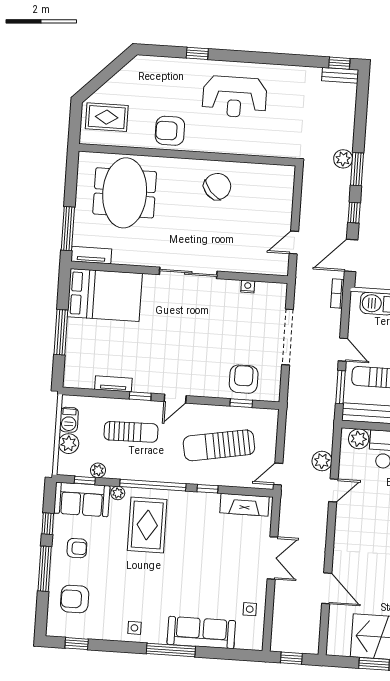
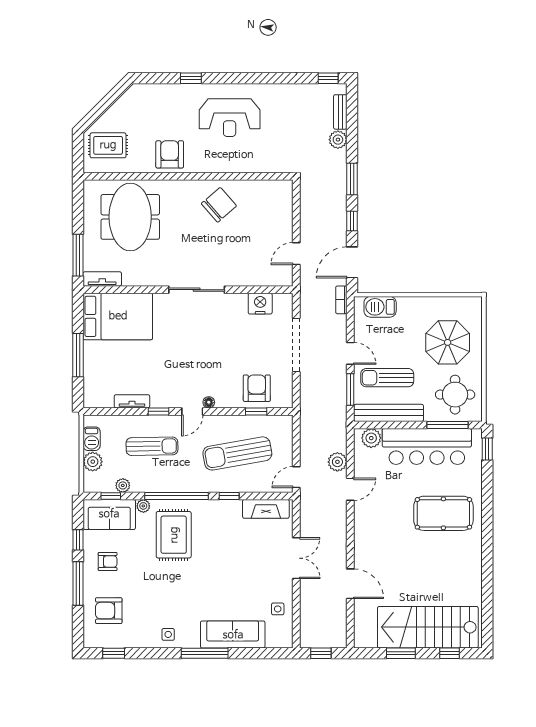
bench: (340, 75) -> (340, 112), moved, turned 90
armchair: (170, 131) -> (170, 154), turned 90
plant: (343, 159) -> (338, 140), moved
nightstand: (248, 287) -> (260, 304), width x1.89, depth x1.79
floor lamp: (193, 390) -> (209, 402), added

